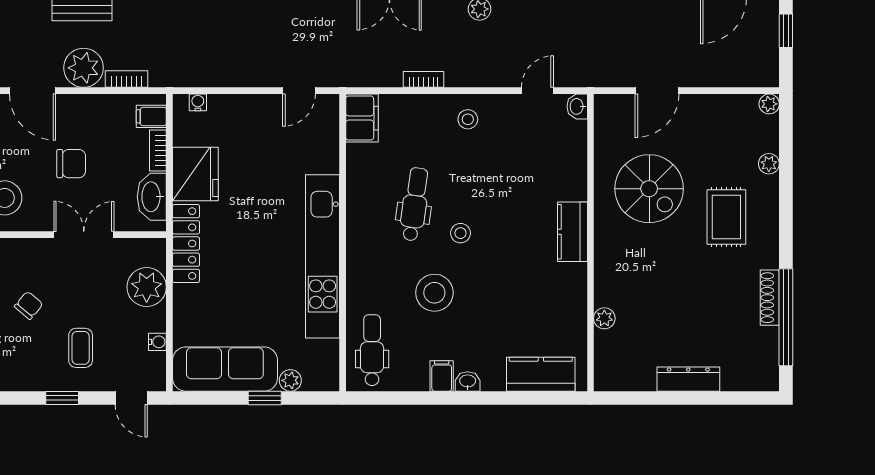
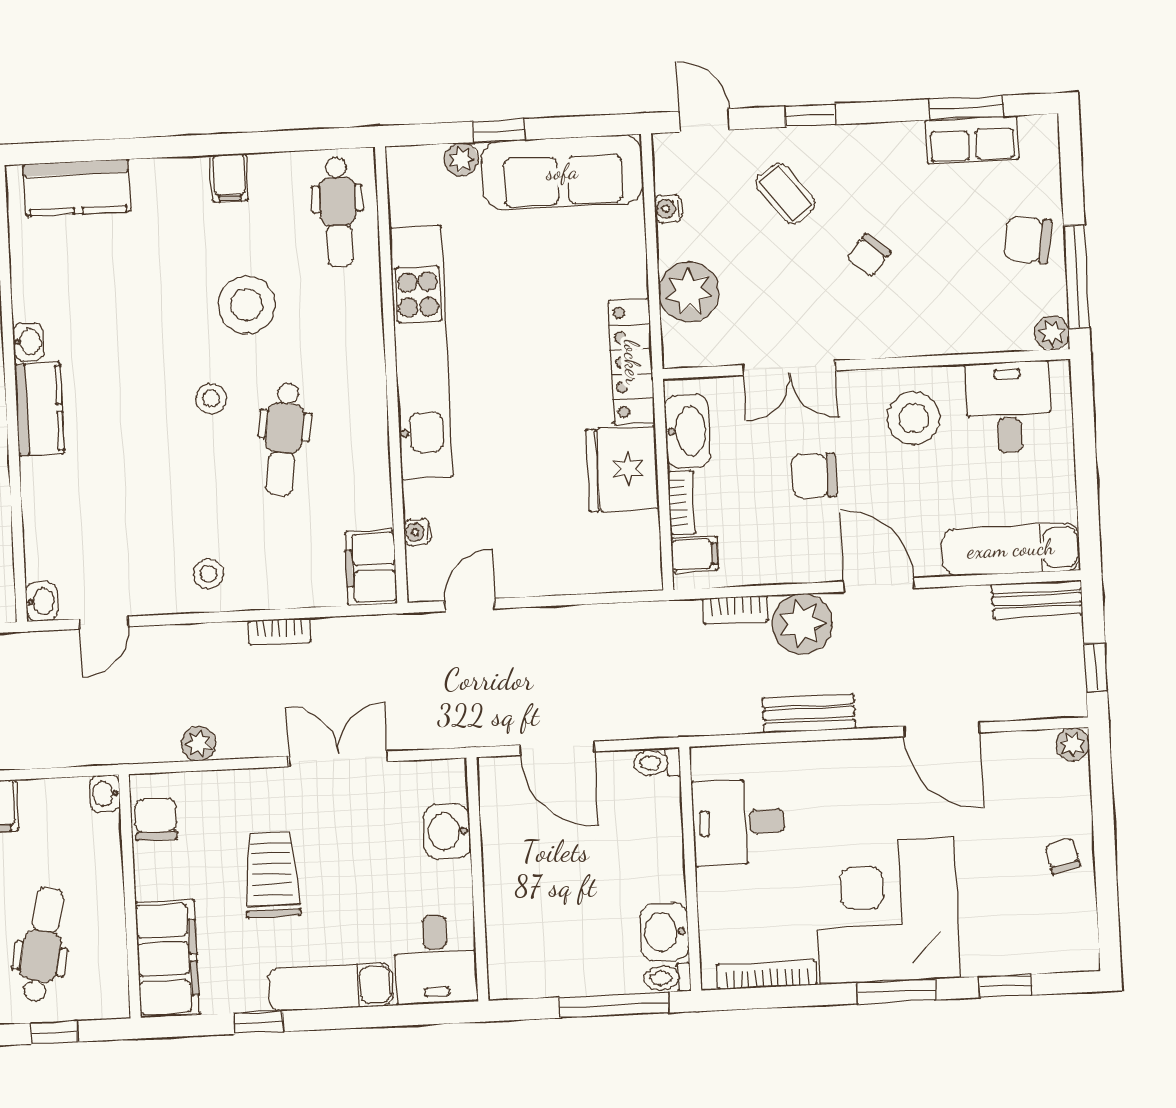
water cooler: (198, 102) -> (417, 532), moved, turned 90
coffee table: (81, 348) -> (786, 194), turned -38
washbasin: (468, 381) -> (28, 342), moved, turned -90

